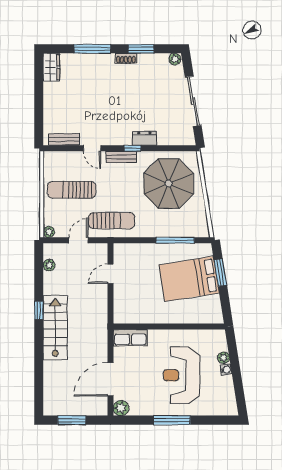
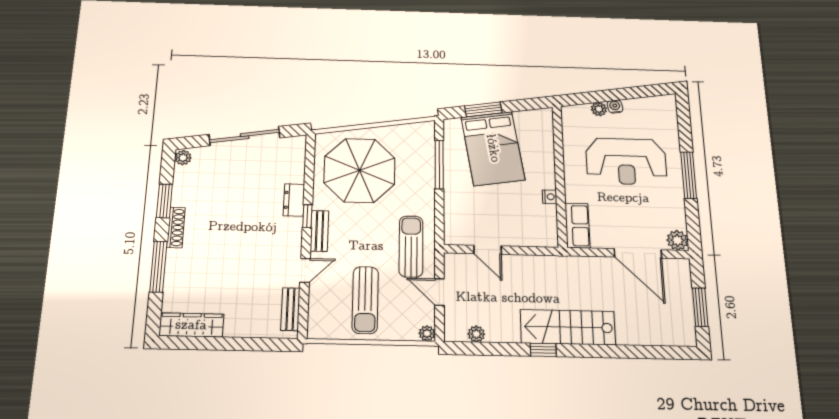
shoe rack: (126, 58) -> (176, 227), width x1.43
wardrobe: (51, 67) -> (191, 325), width x1.50
nightstand: (152, 319) -> (550, 197), added

